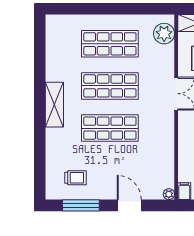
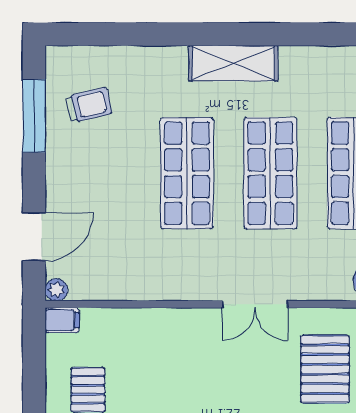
trolley: (75, 178) -> (89, 105), turned -103
door: (129, 205) -> (34, 237), moved

